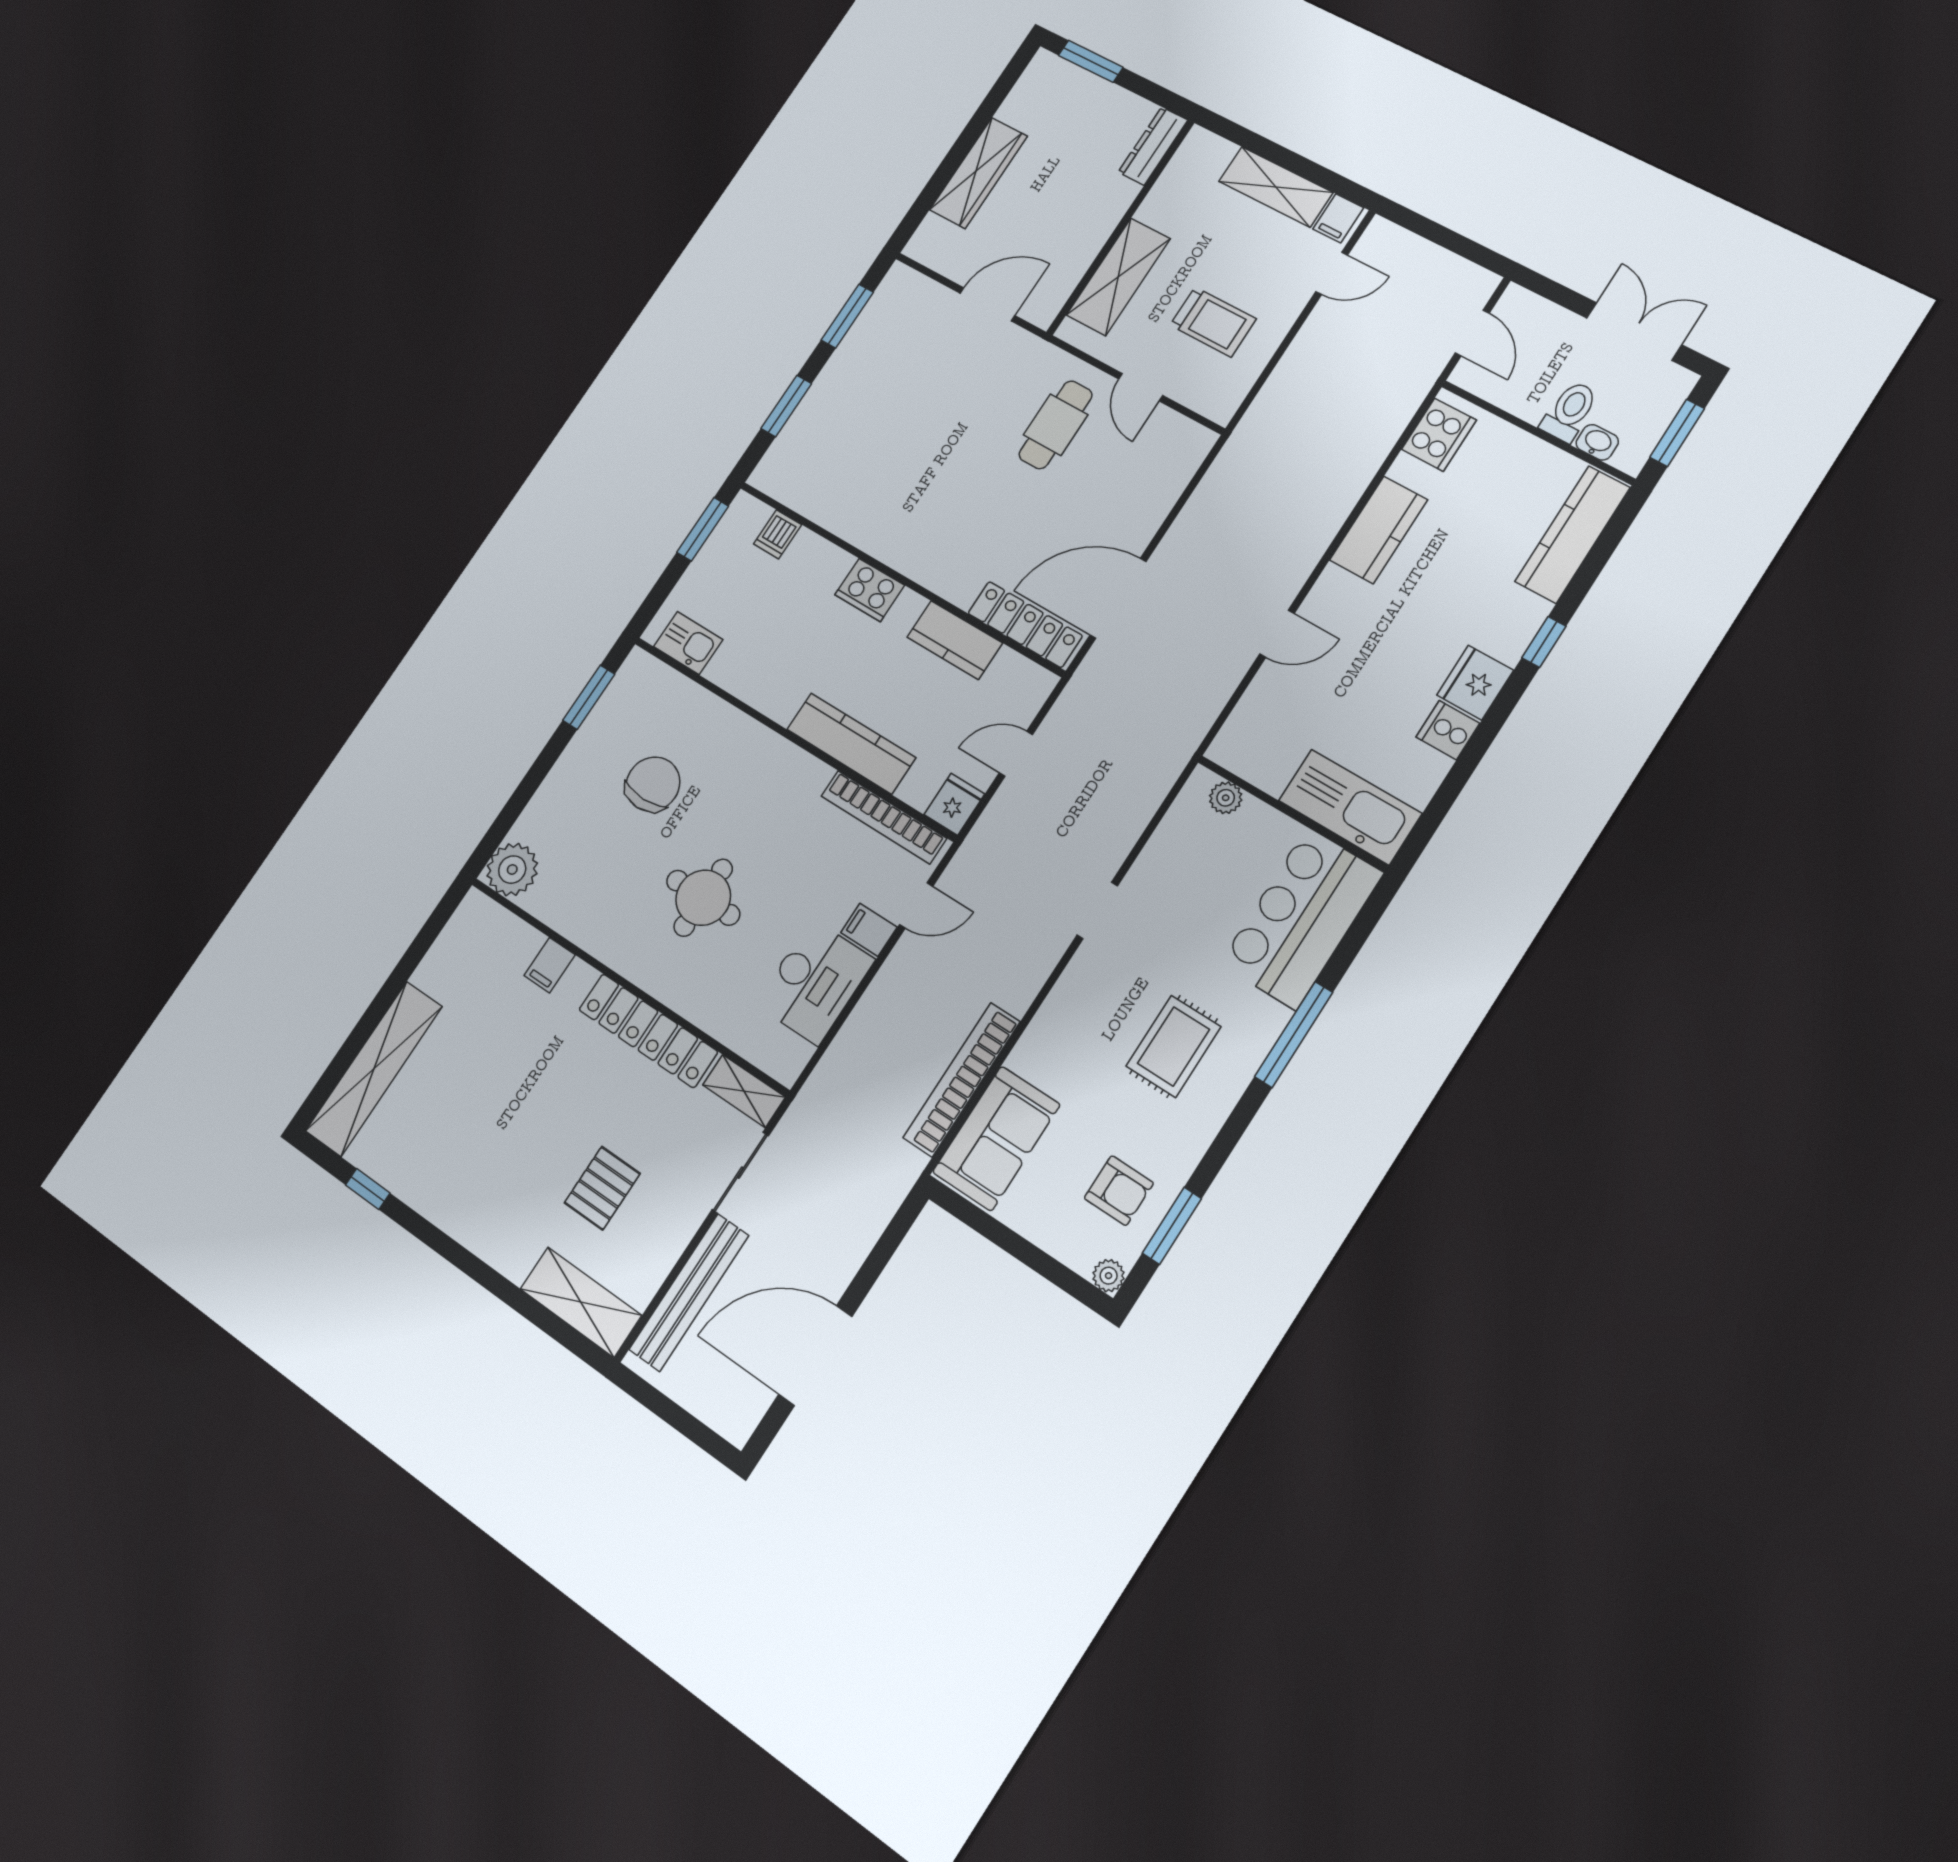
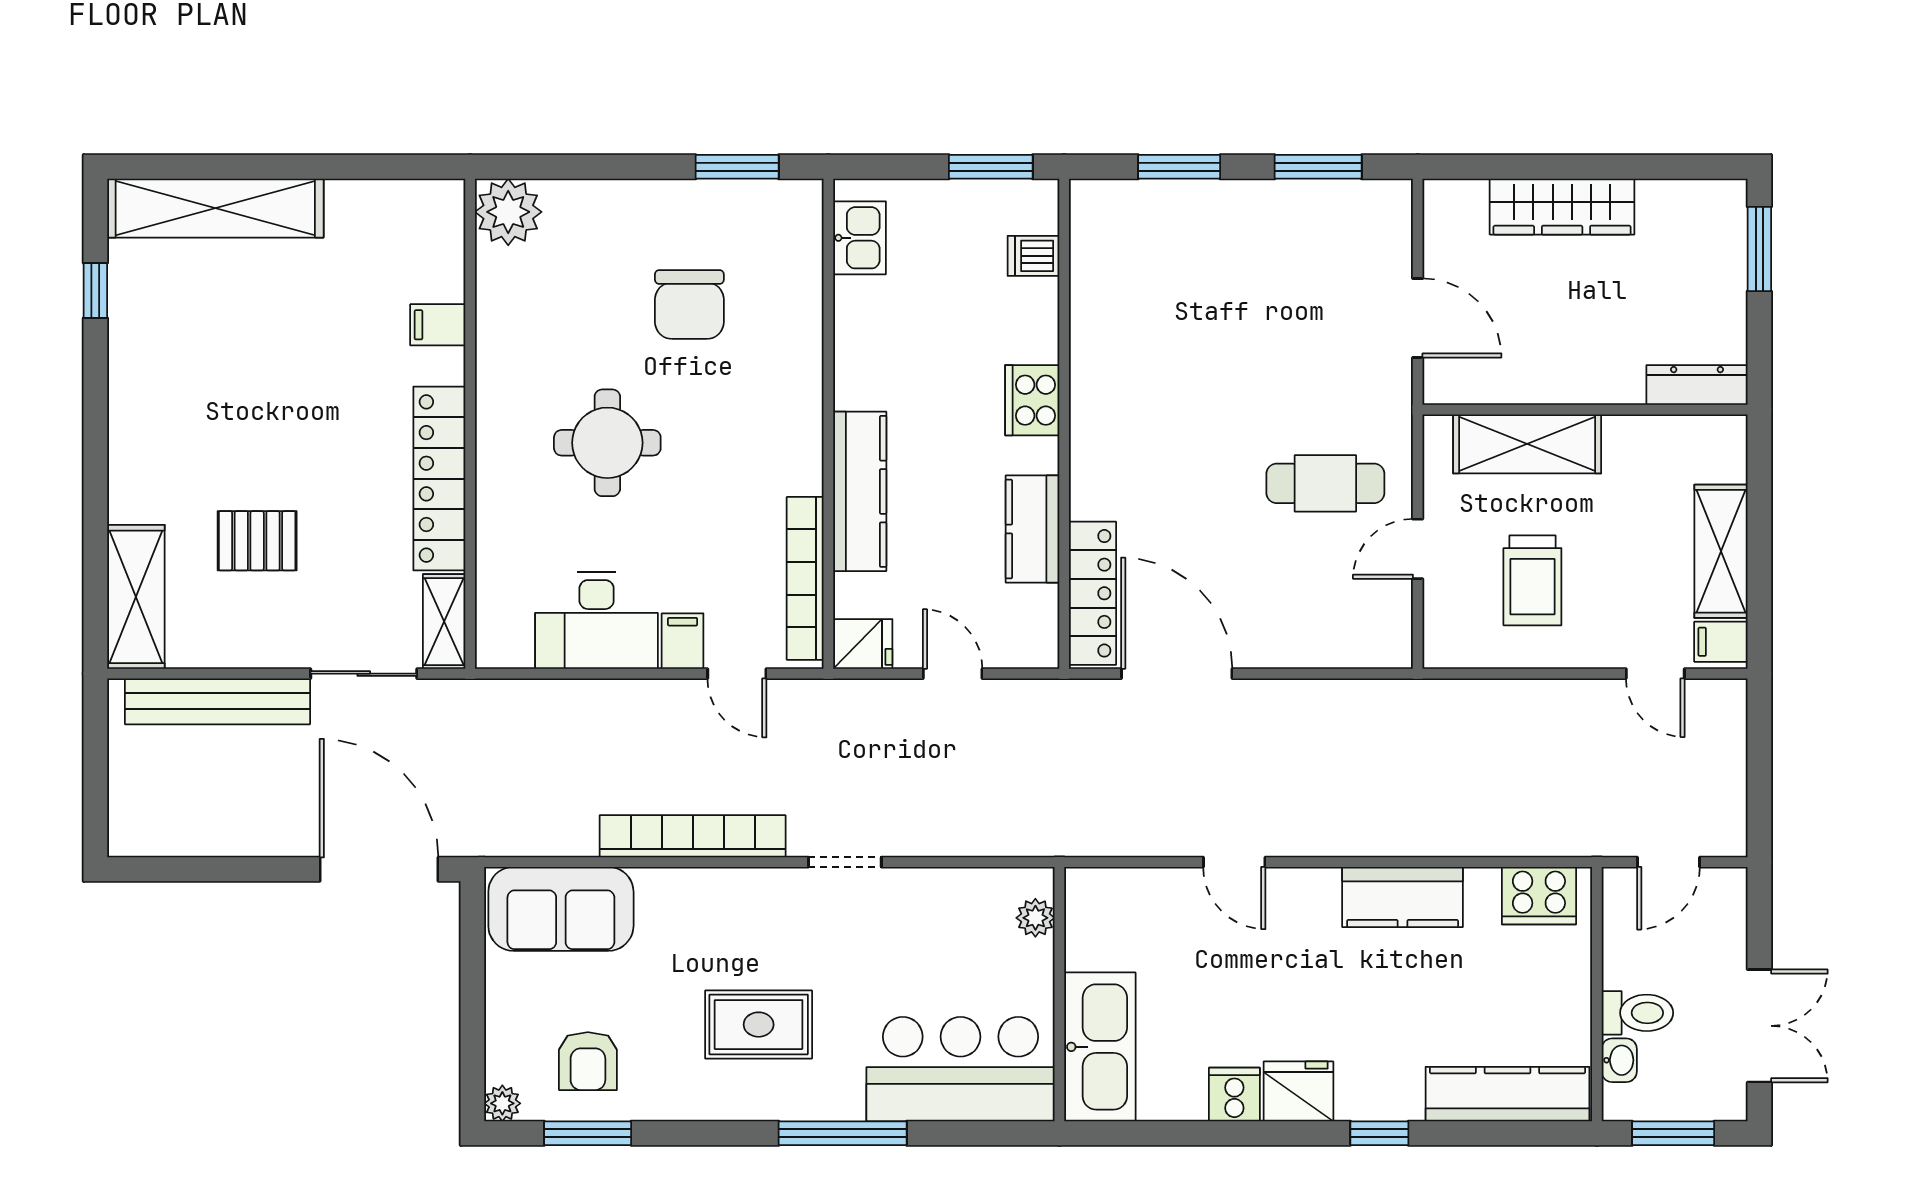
chair: (653, 784) -> (689, 305), turned 90
bookcase: (962, 1080) -> (693, 836), moved
door: (815, 1355) -> (379, 869), moved

